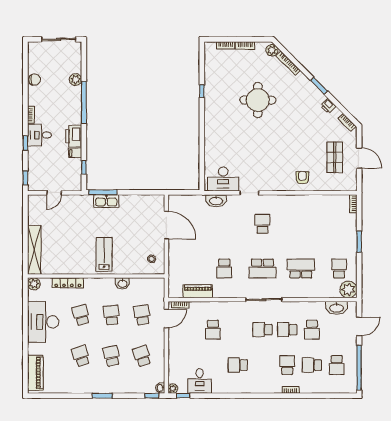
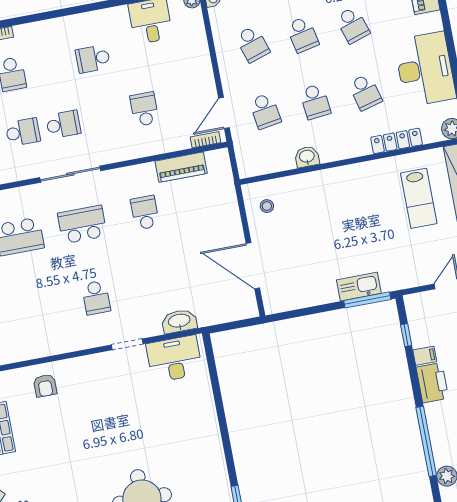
lab bench: (104, 254) -> (419, 198), moved
school desk: (238, 365) -> (93, 59), turned 180

